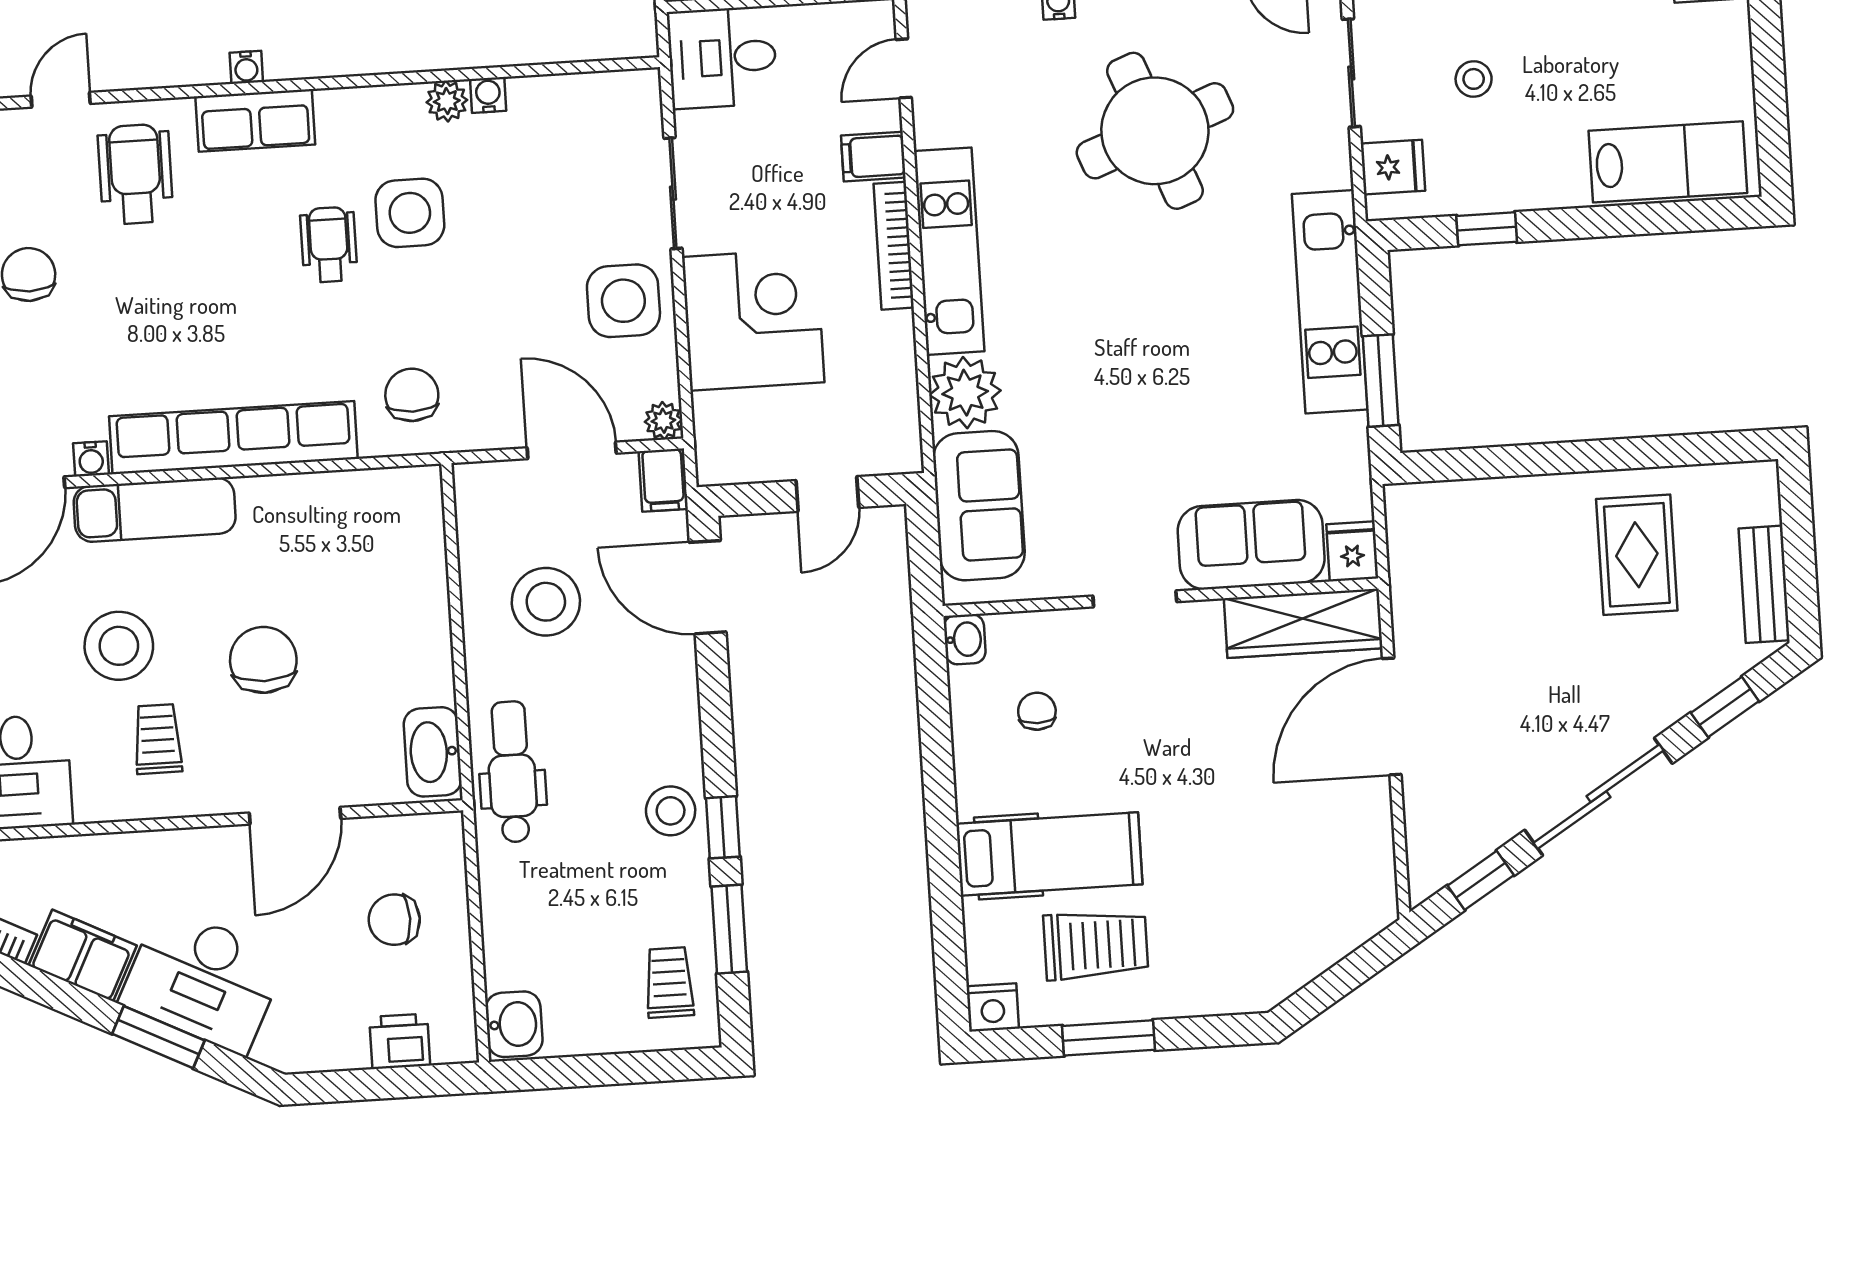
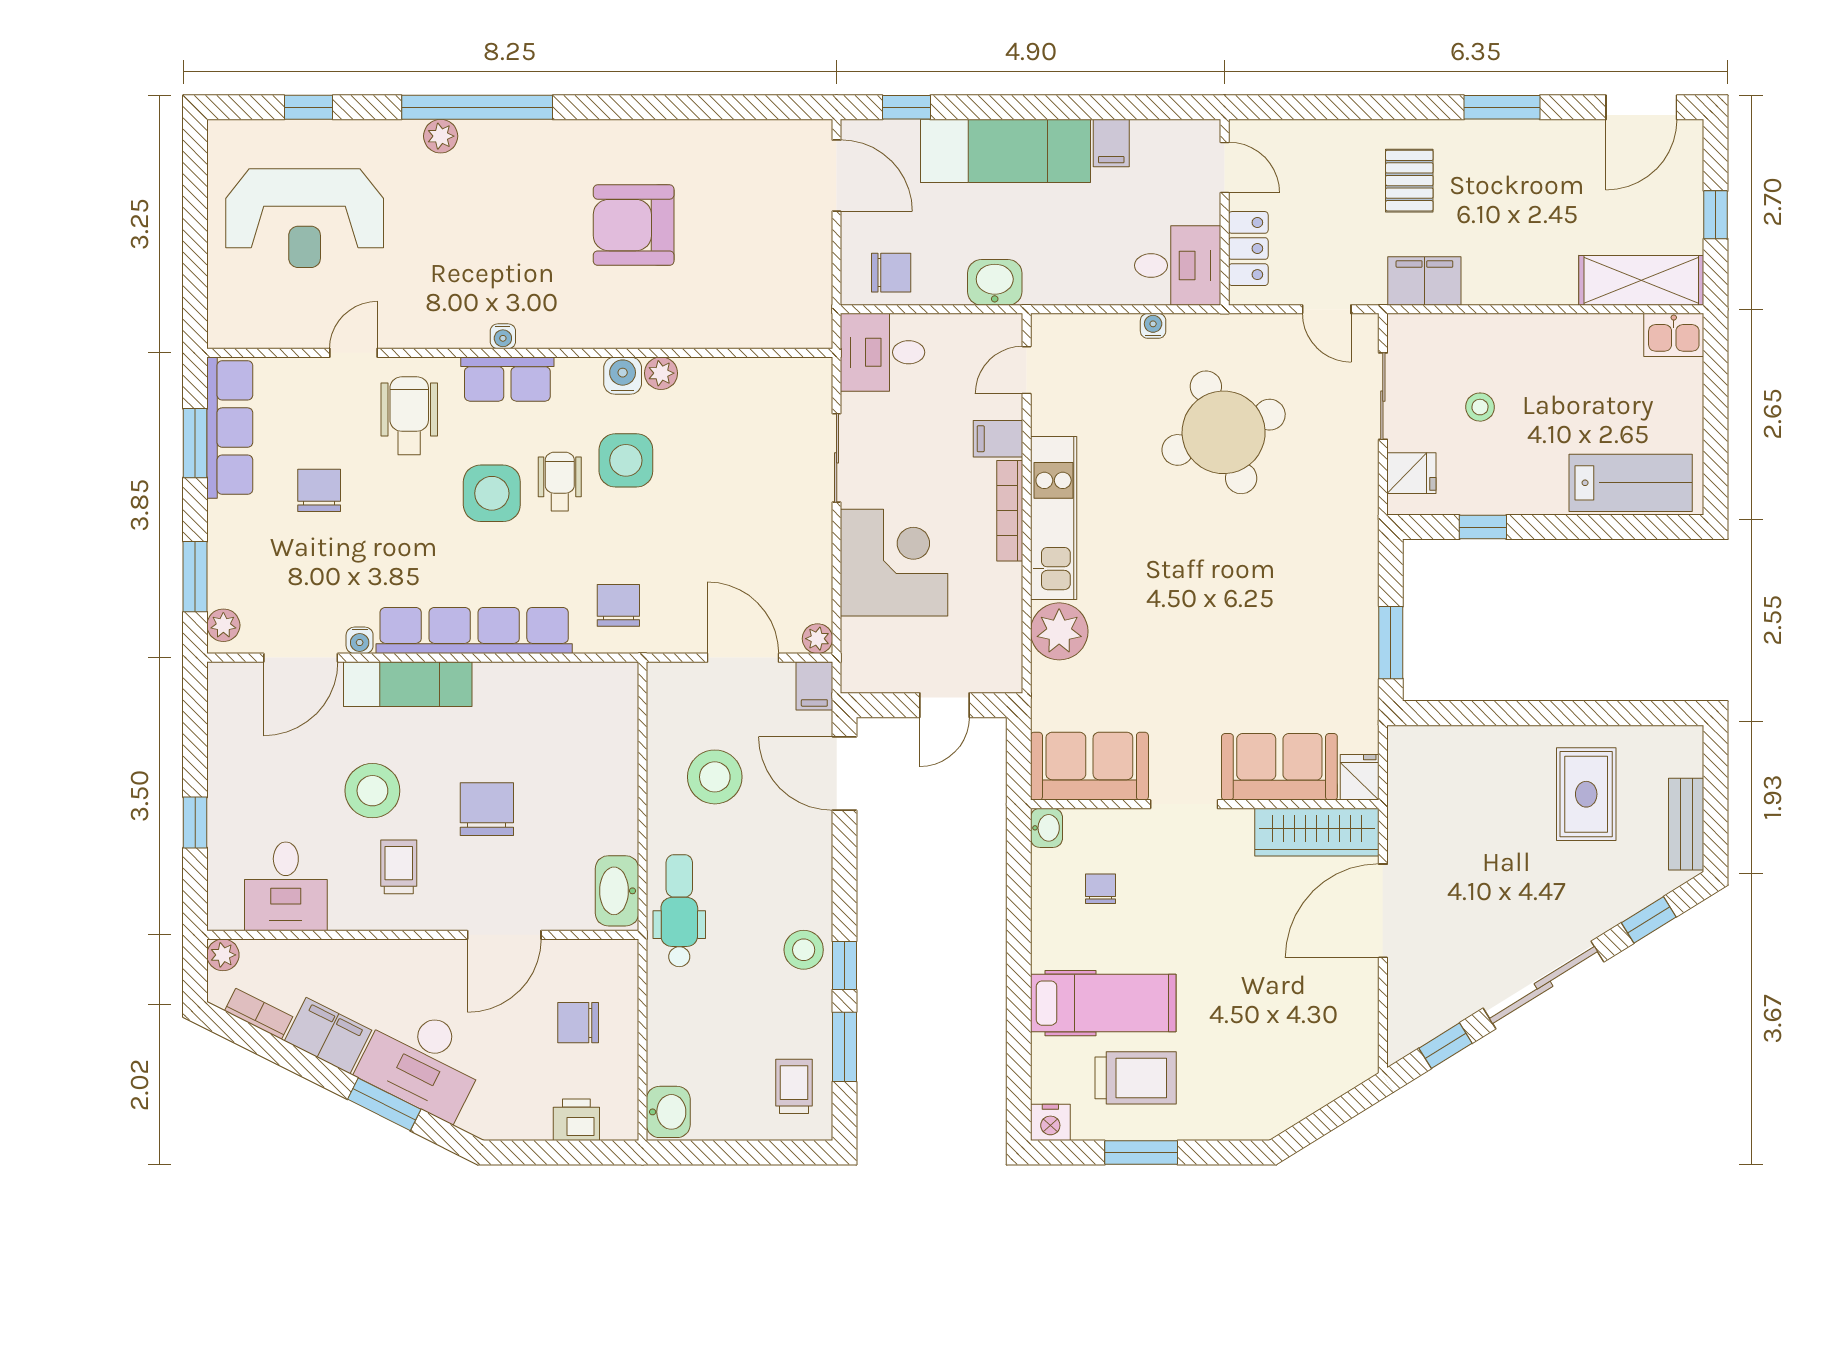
water cooler: (488, 95) -> (623, 376), moved, width x1.38, depth x1.38
side table: (623, 301) -> (492, 493), moved
kitchen unit: (1330, 302) -> (1354, 577), removed
sofa: (979, 506) -> (1089, 766), moved, turned -90

